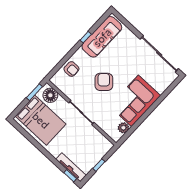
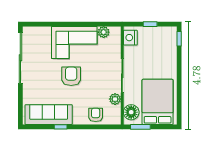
armchair: (104, 82) -> (71, 76), moved, turned 133
plant: (70, 93) -> (115, 99), added
nightstand: (102, 143) -> (130, 38), added
tv unit: (71, 167) -> (172, 44), removed

